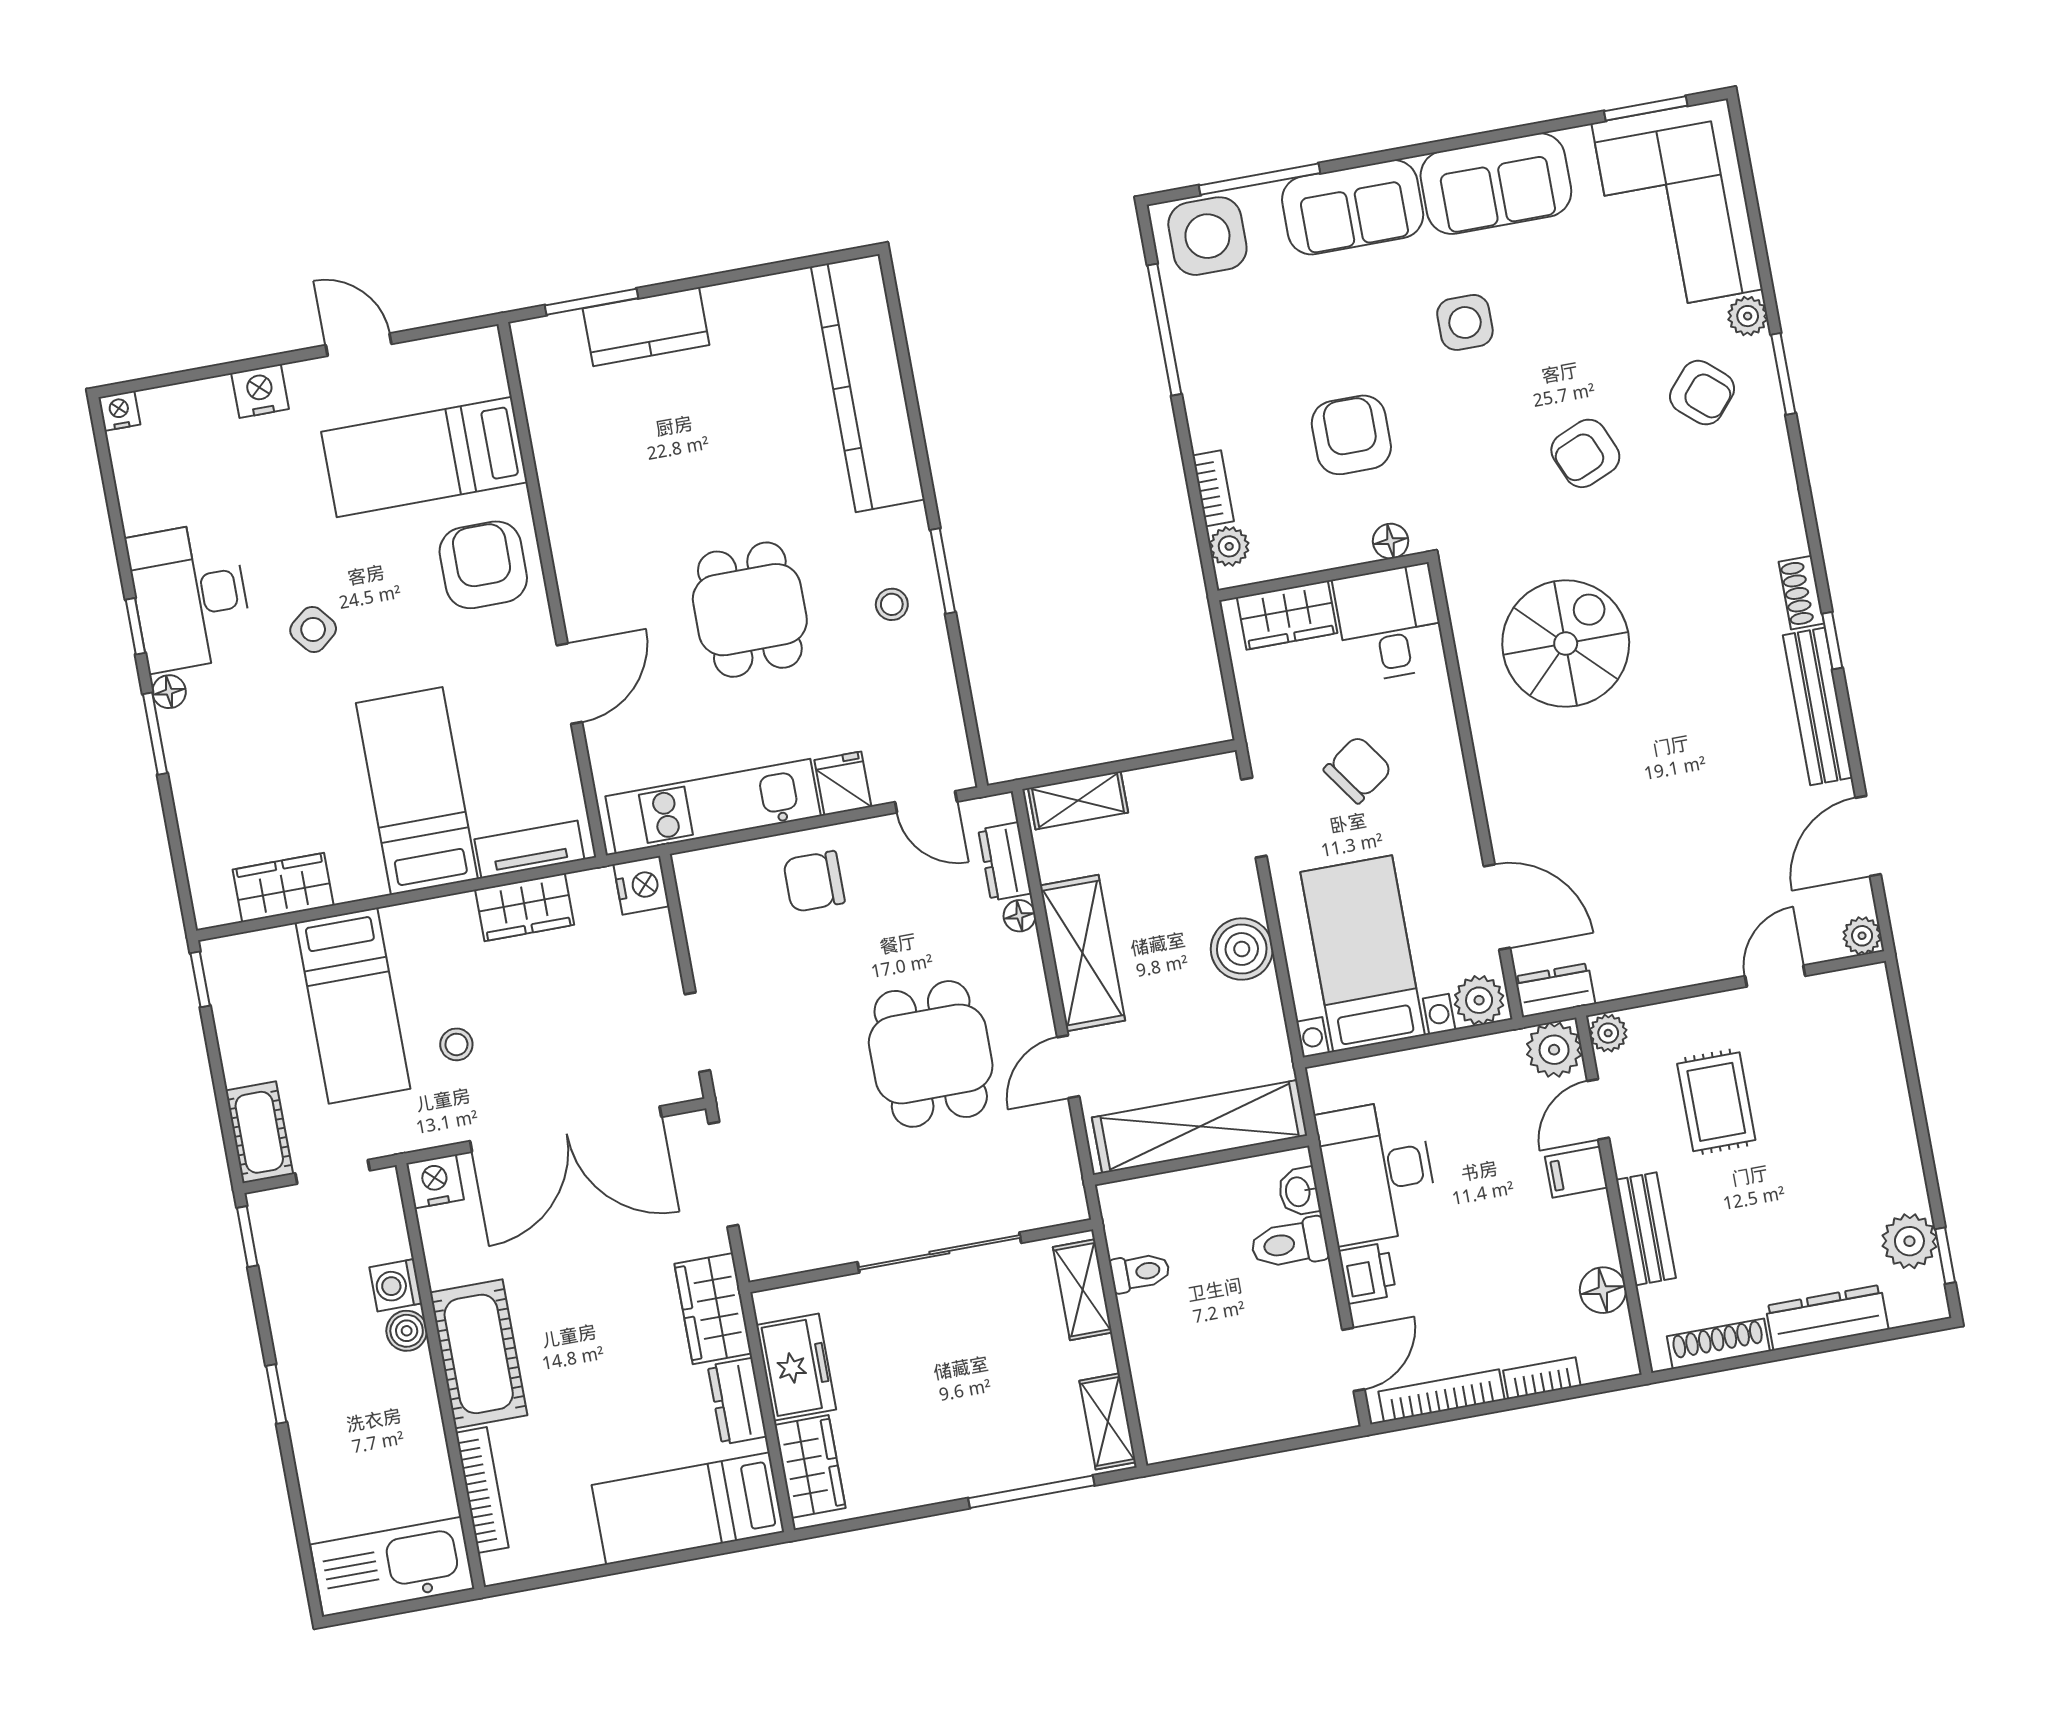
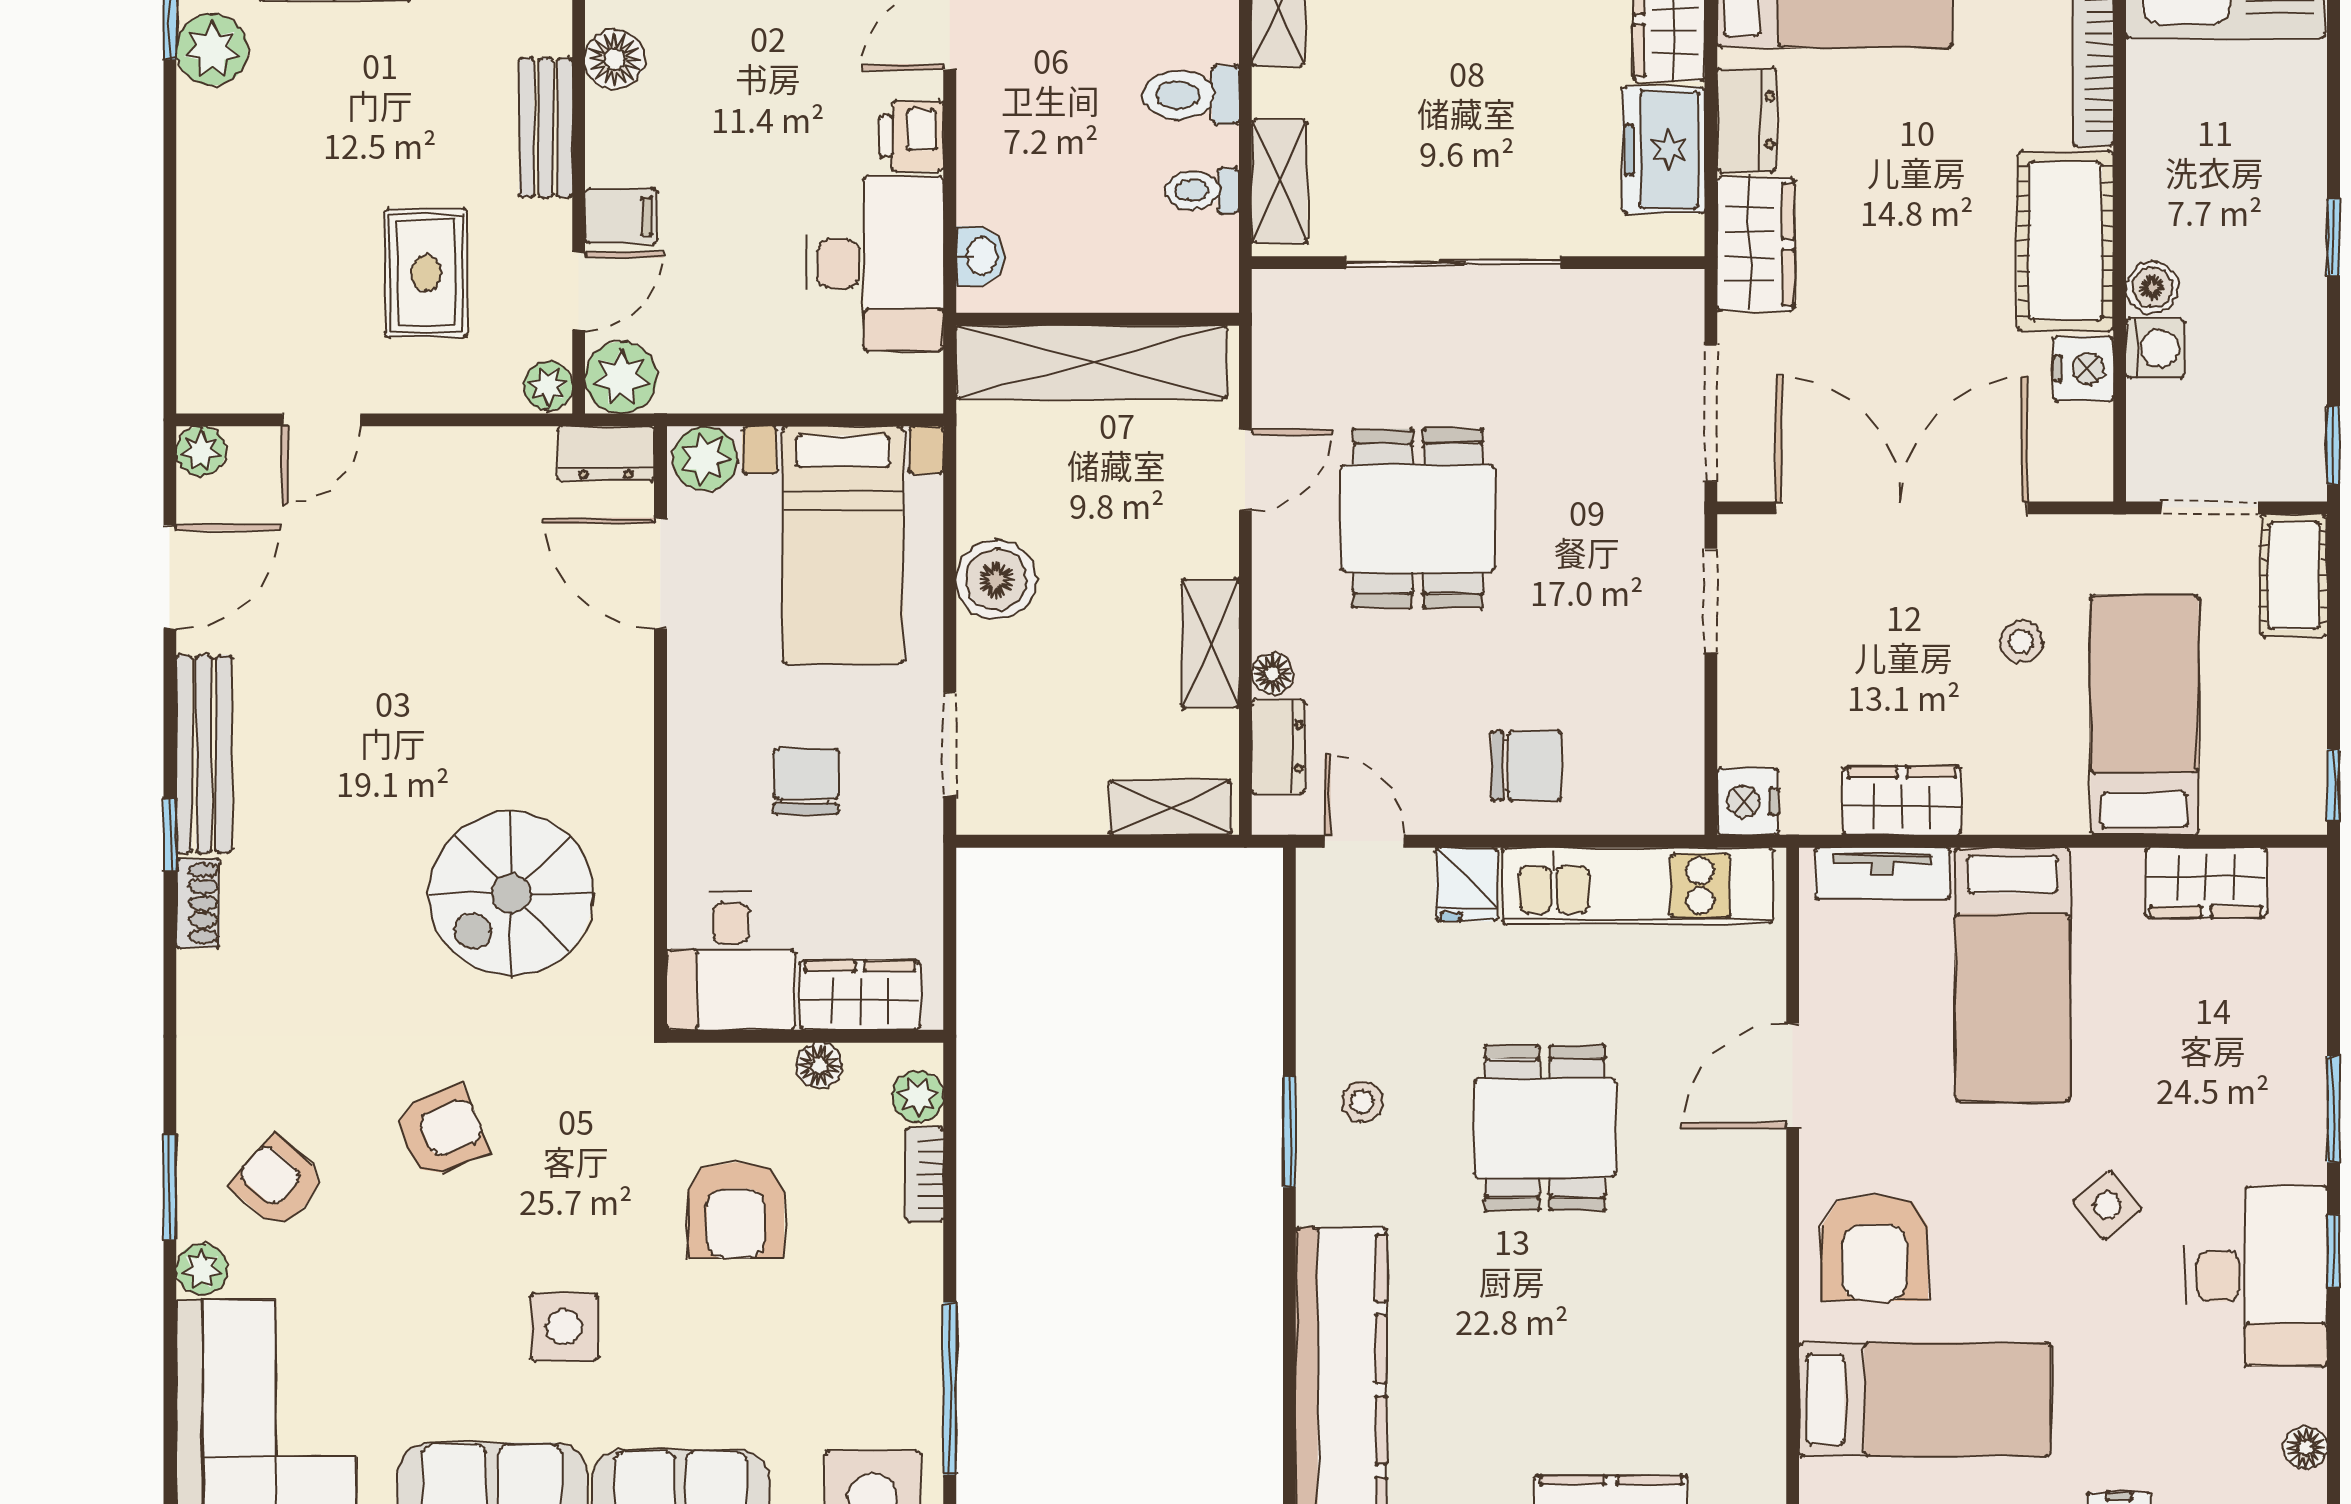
floor lamp: (1391, 541) -> (819, 1065), moved
floor lamp: (169, 692) -> (2306, 1448), moved
chair: (1358, 769) -> (806, 781), turned 125
shelving: (1082, 953) -> (1210, 644), width x0.67, depth x0.75
nightstand: (435, 1181) -> (2083, 369), moved, turned -90
toilet: (1289, 1244) -> (1191, 95), moved, turned 180

